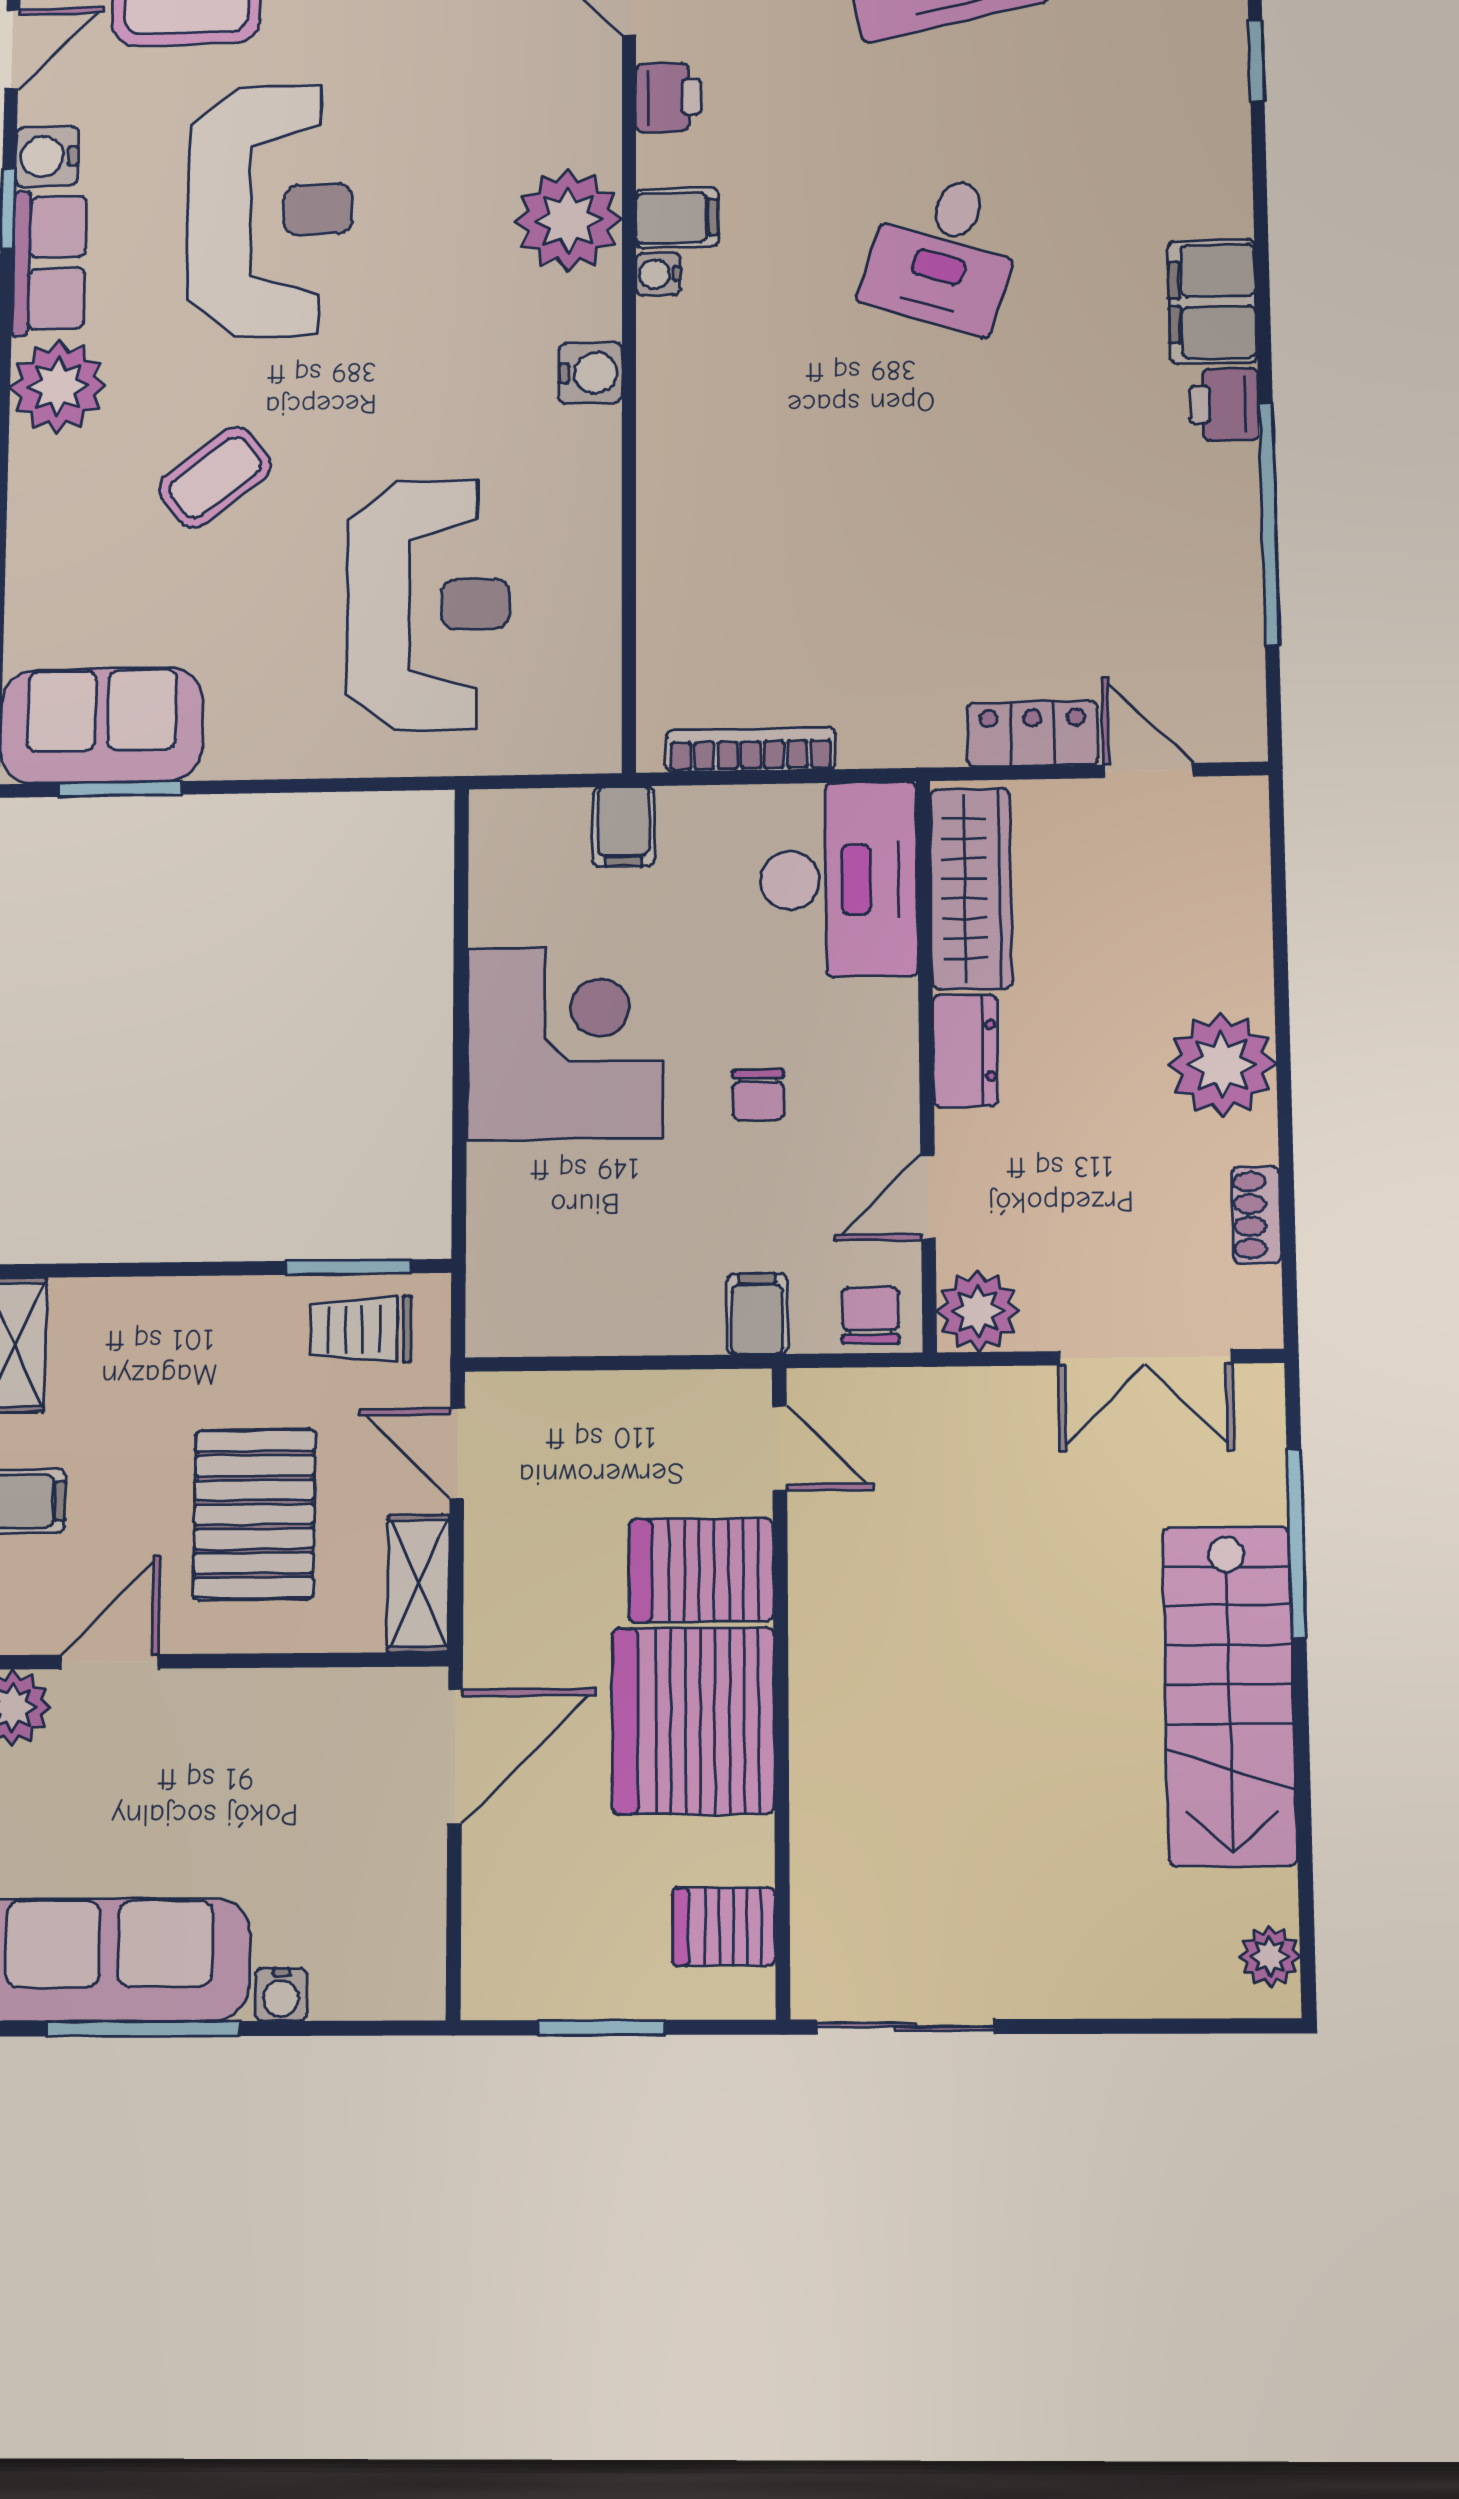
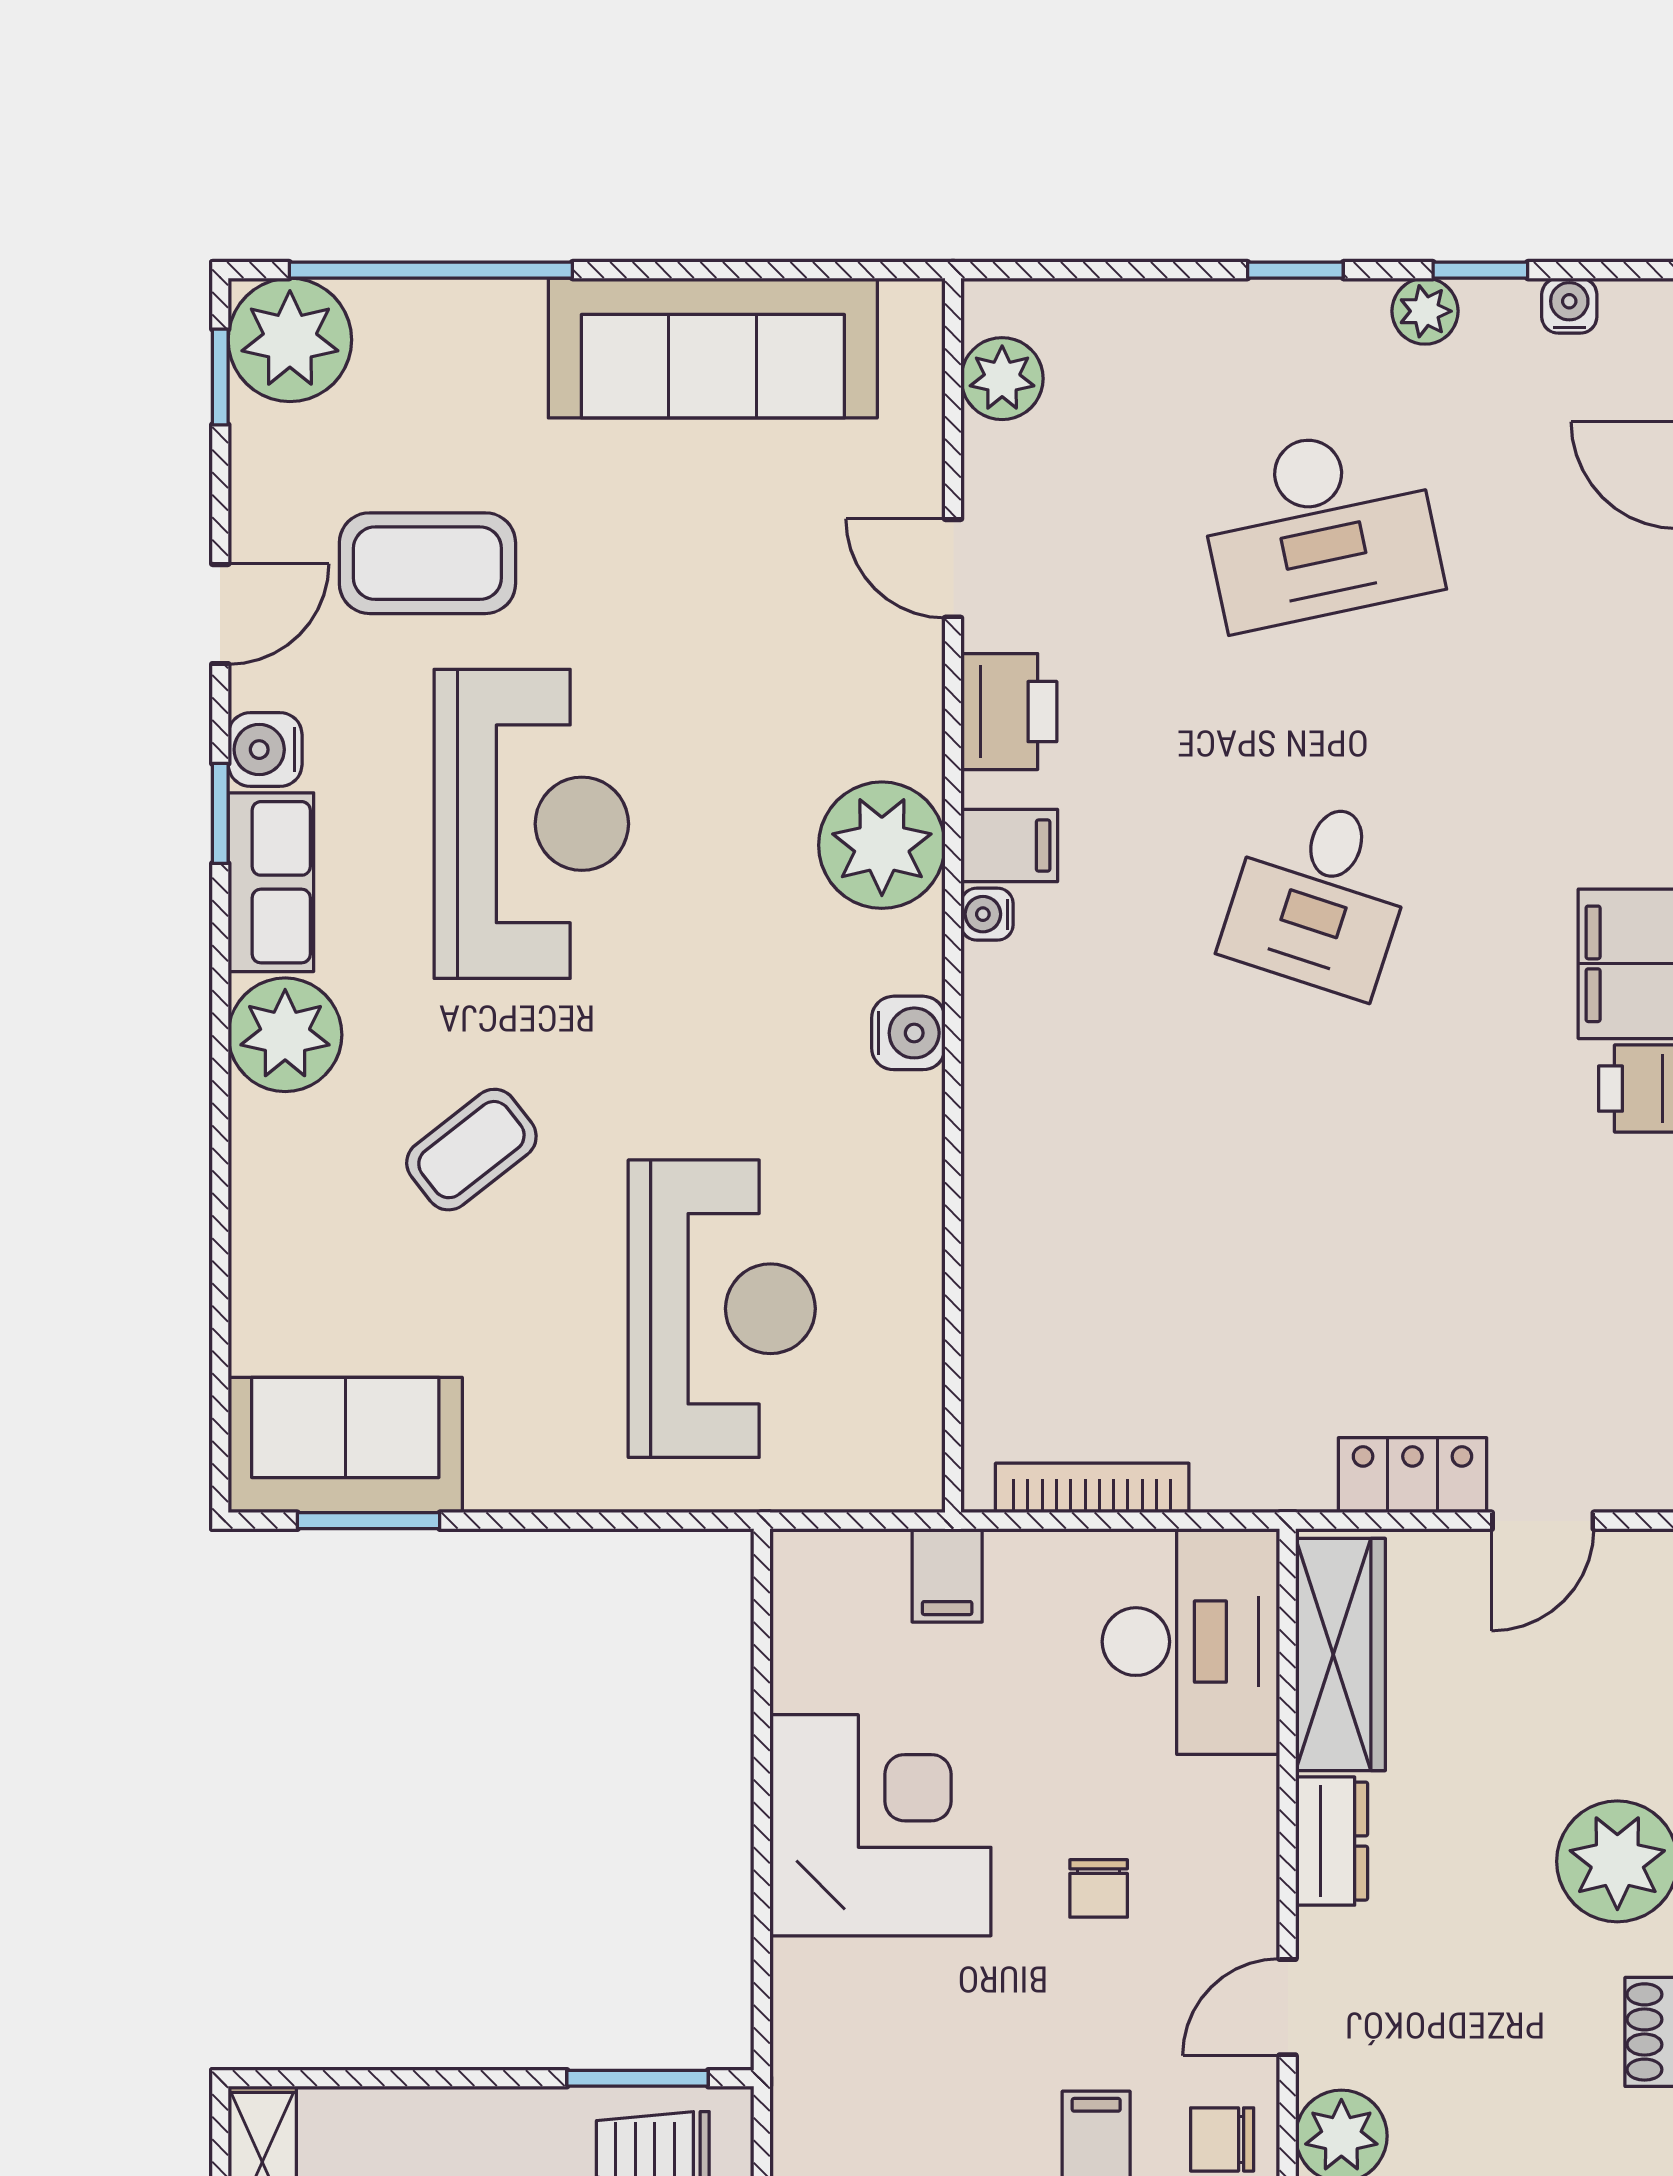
printer: (669, 97) -> (1009, 712), width x1.36, depth x1.24
door: (1148, 771) -> (1543, 1521), swing flipped
chair: (870, 1315) -> (1222, 2139), turned -90

